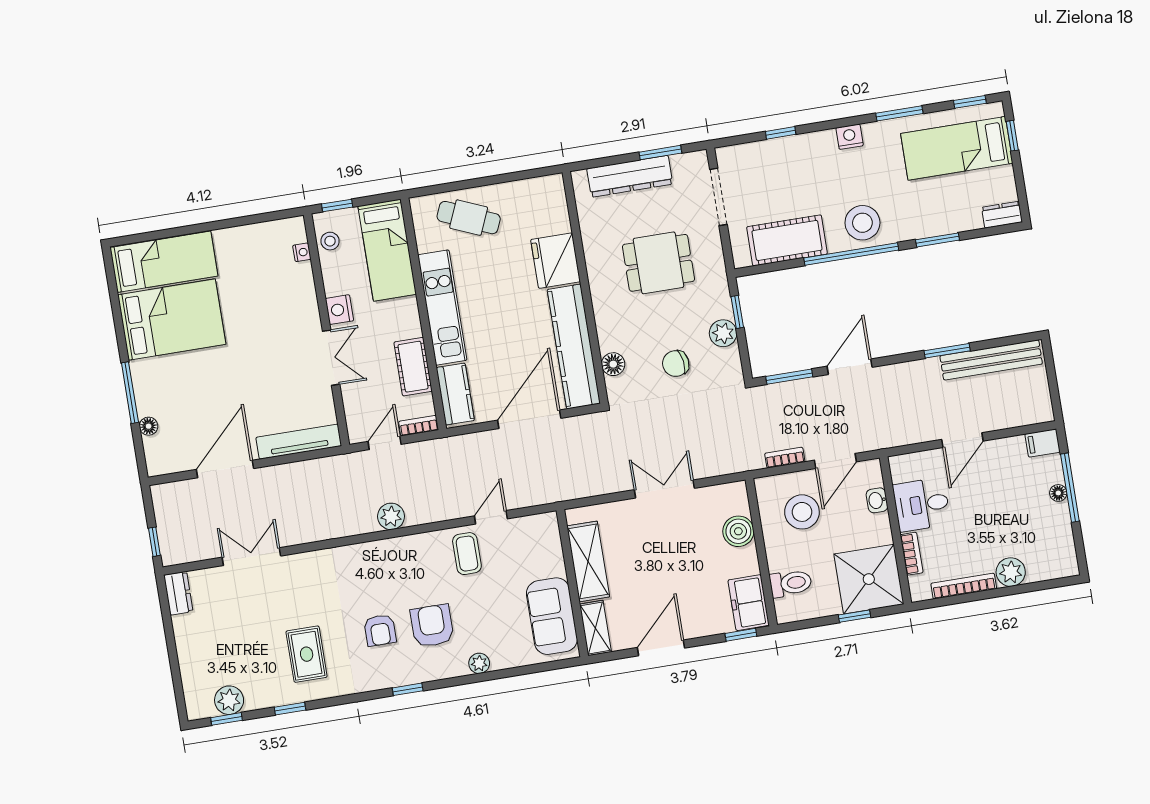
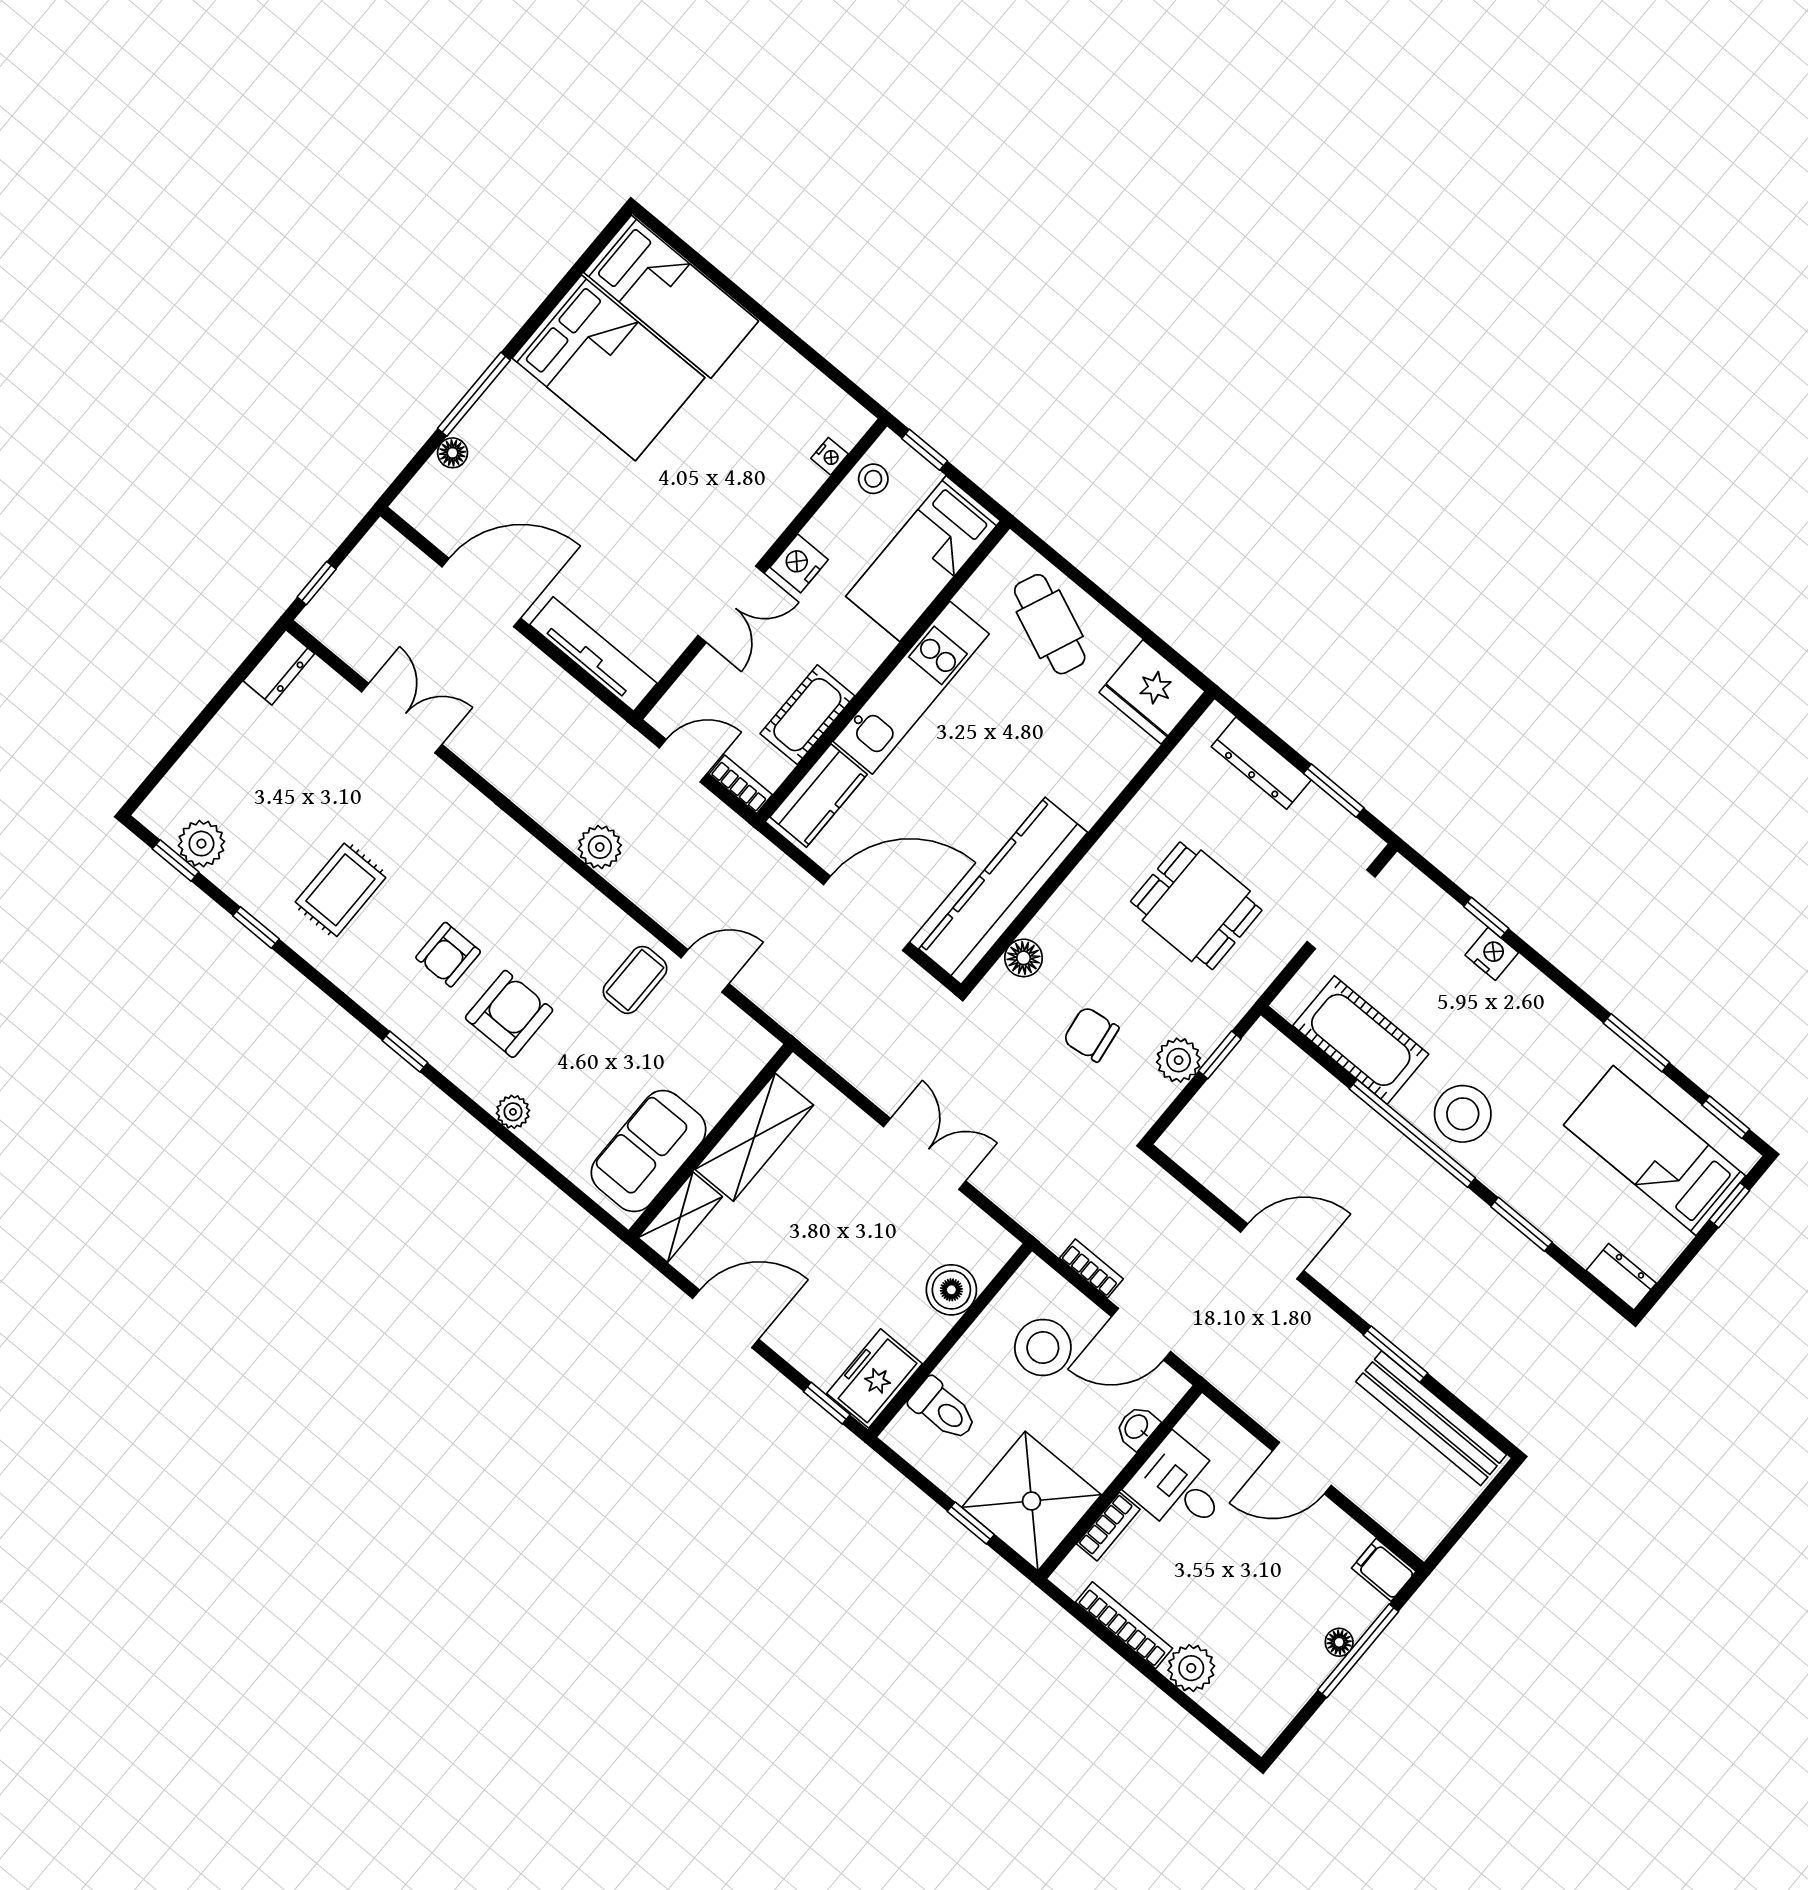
nightstand: (850, 137) -> (1492, 954), moved
dresser: (630, 176) -> (1261, 763), width x0.73, depth x0.80
fridge: (555, 261) -> (1152, 692), moved, turned -90
window: (789, 377) -> (1196, 1188), removed

